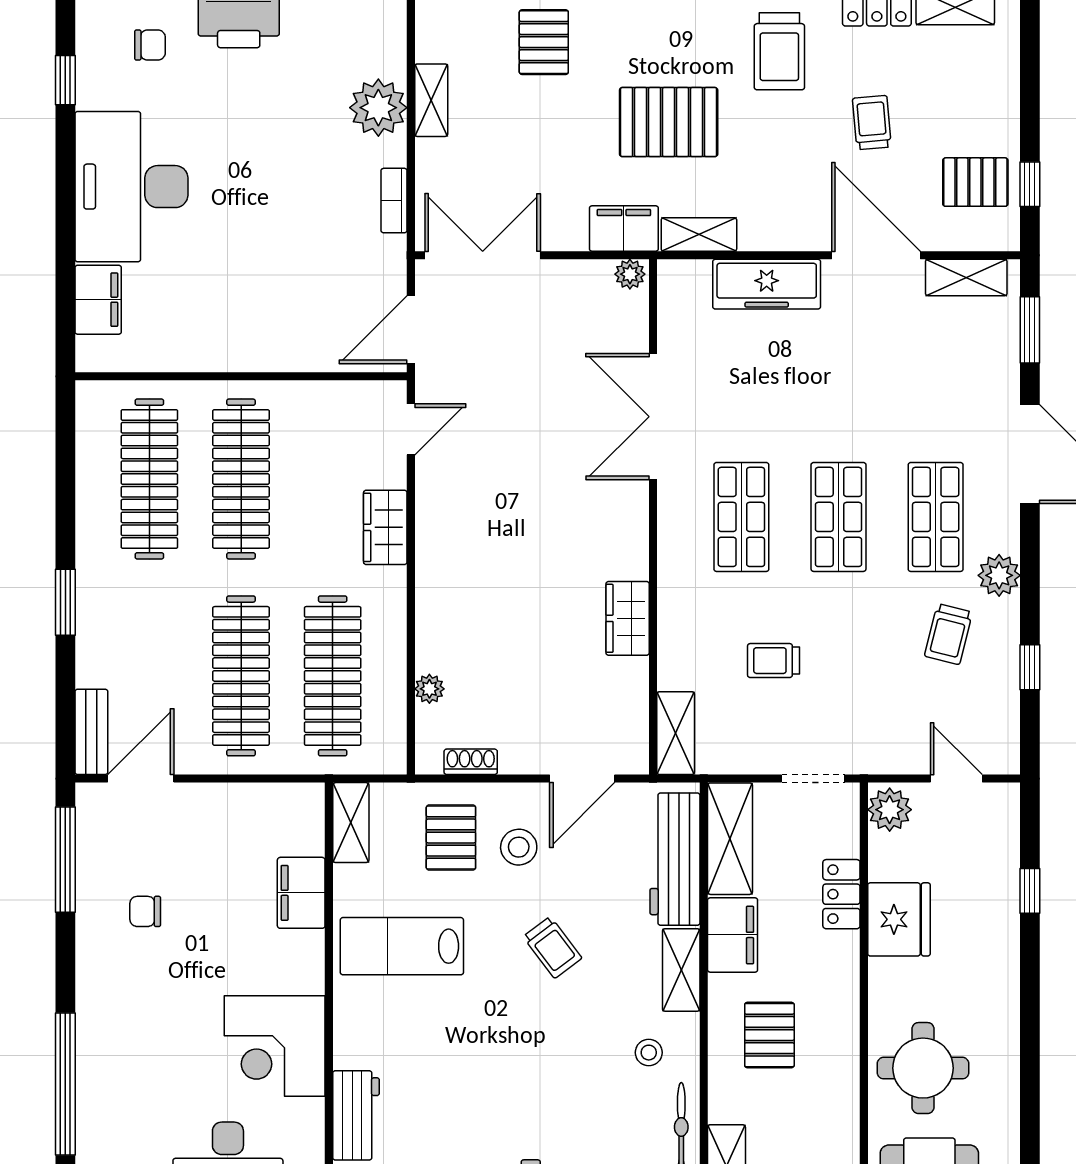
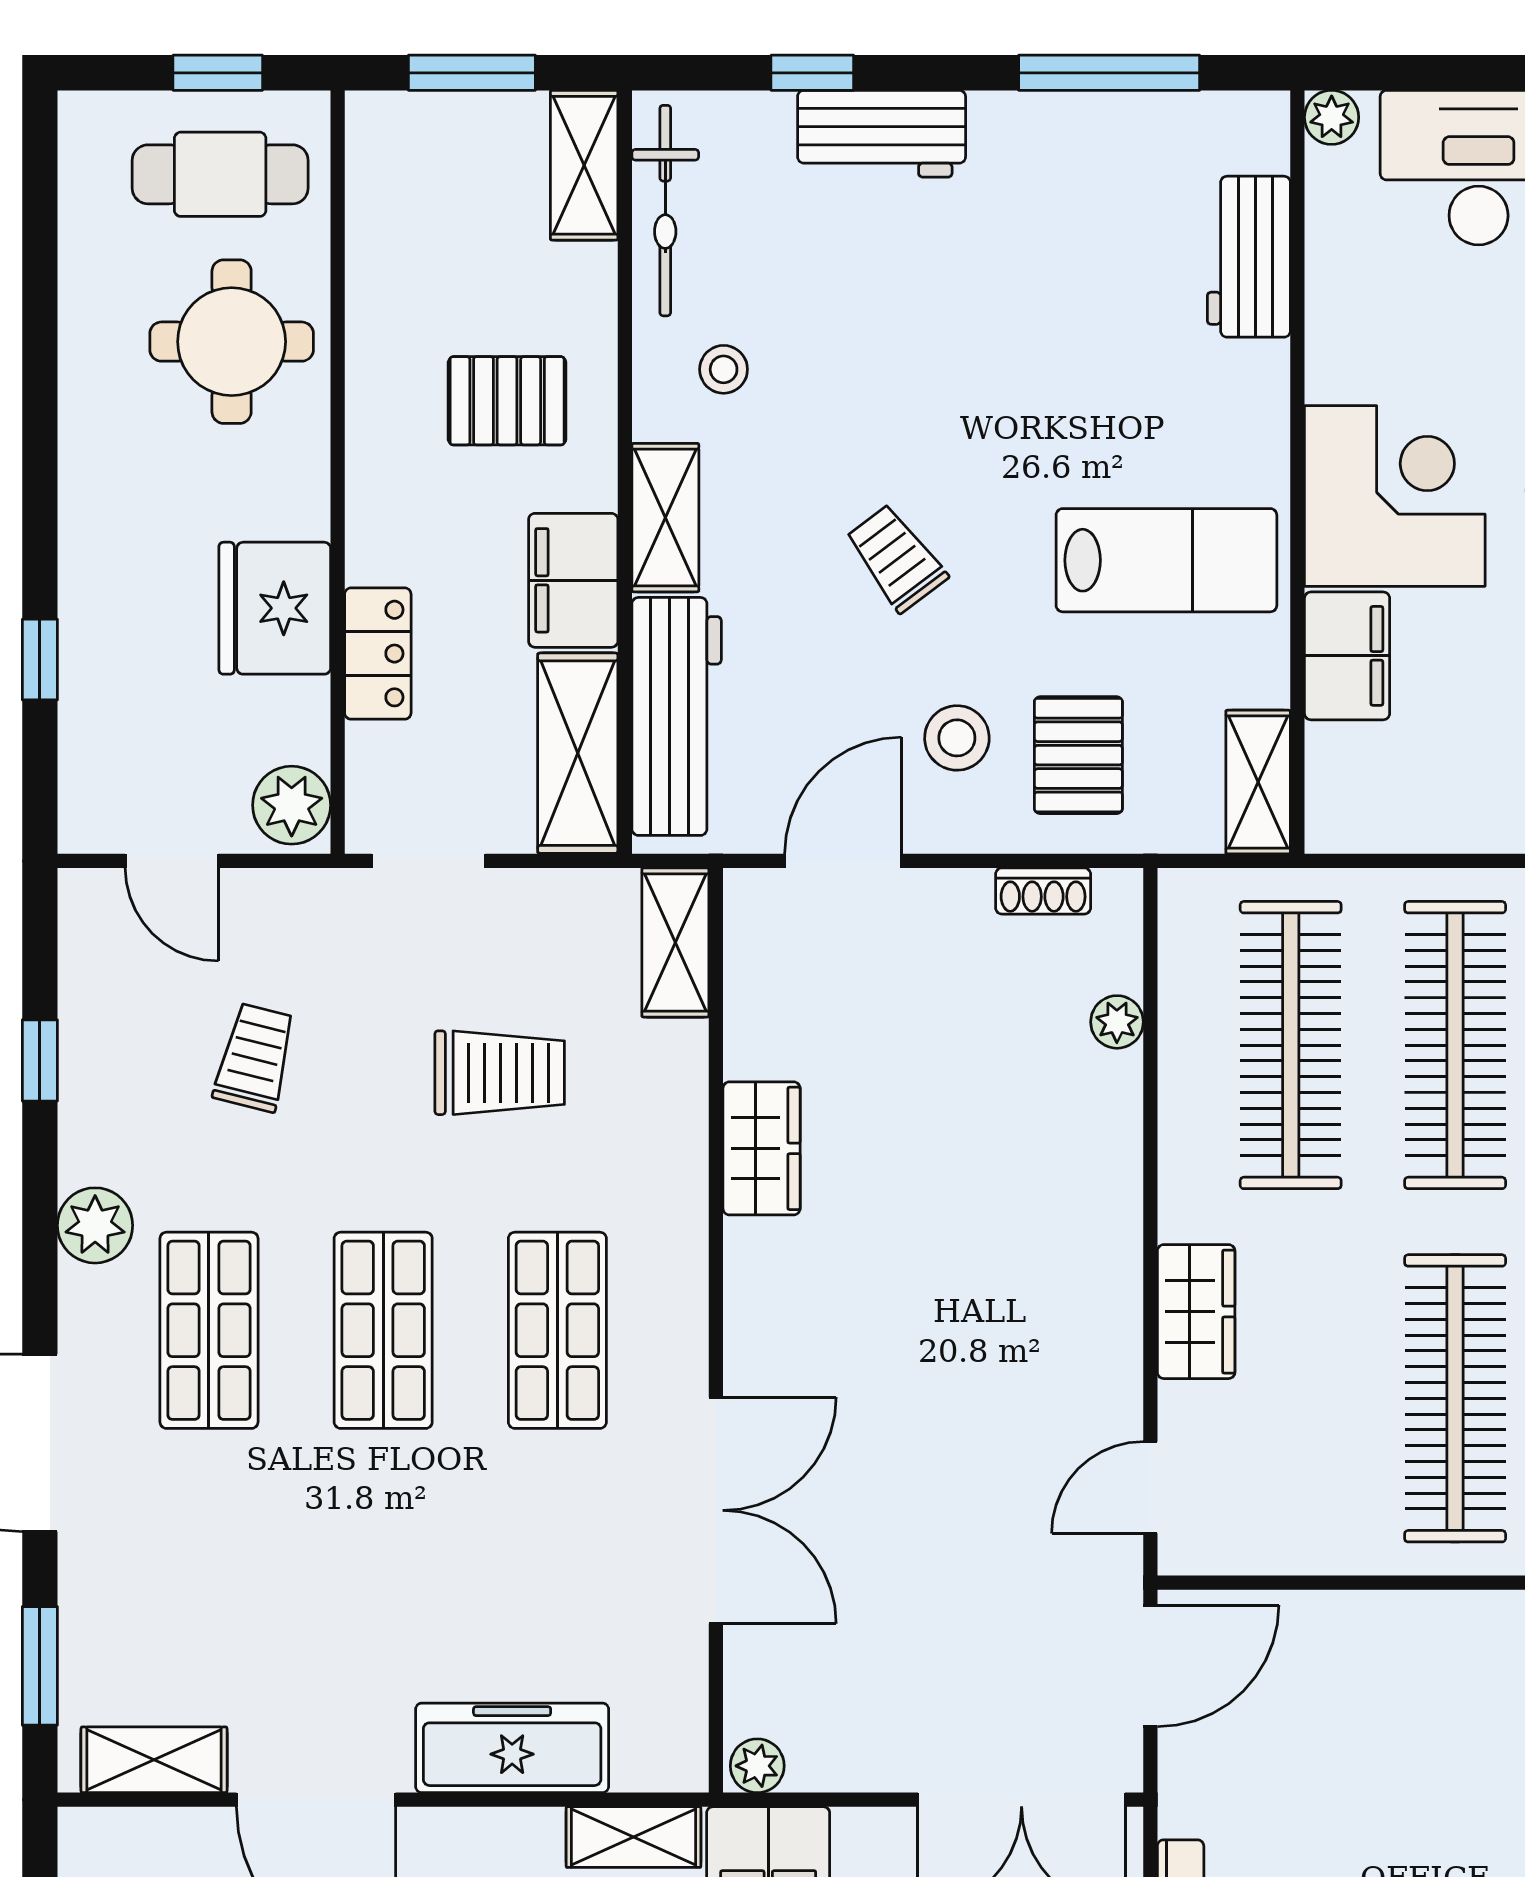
trolley: (948, 634) -> (255, 1058), moved
trolley: (774, 661) -> (500, 1073), width x1.36, depth x1.39
pallet: (769, 1035) -> (507, 401), turned 90
corner desk: (275, 1046) -> (1395, 496), moved

